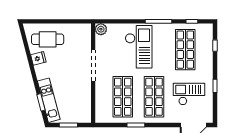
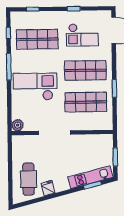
checkout: (189, 94) -> (82, 35), turned -90

